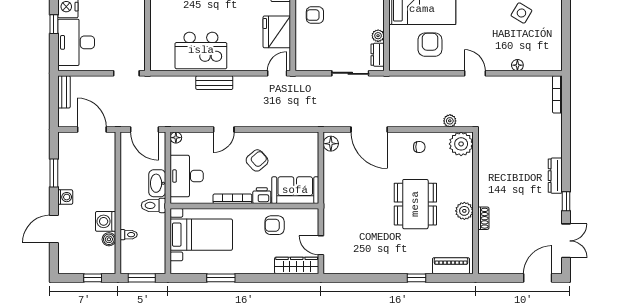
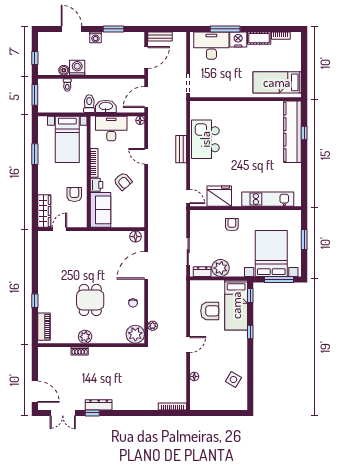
window: (54, 24) -> (225, 29), width x2.17
plant: (378, 36) -> (220, 268), width x1.88, depth x1.88
bench: (64, 92) -> (160, 37), moved
dresser: (555, 176) -> (99, 405), moved
dining table: (415, 204) -> (90, 300), width x0.73

